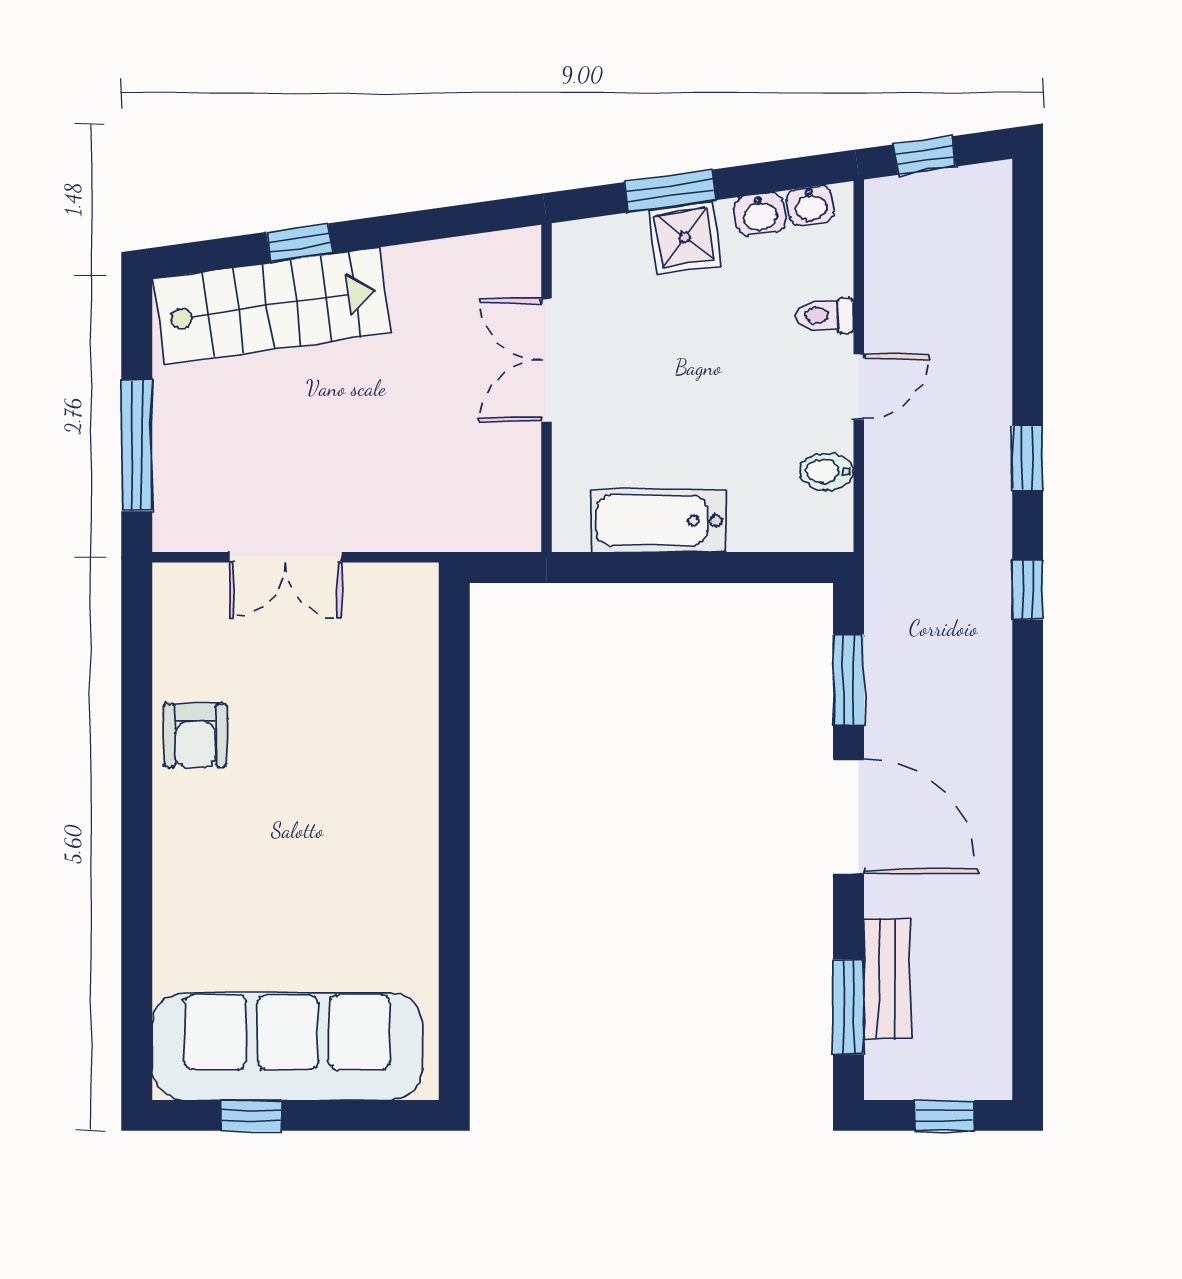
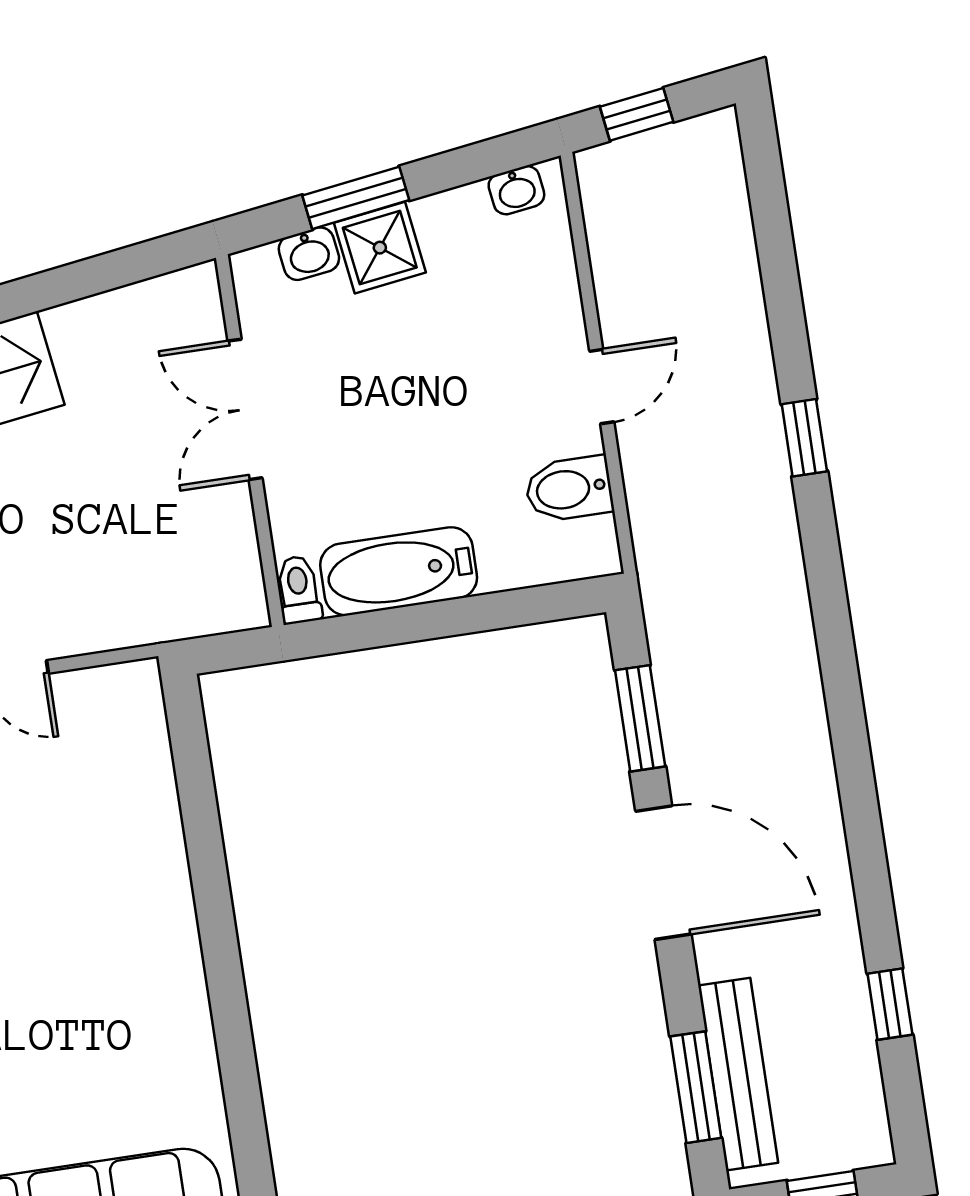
washbasin: (760, 214) -> (309, 254), moved
toilet: (825, 315) -> (299, 590), moved, turned 90
bidet: (826, 471) -> (569, 489), width x1.38, depth x1.36
window: (1028, 590) -> (890, 1004), moved
bench: (887, 979) -> (738, 1074), width x1.36

